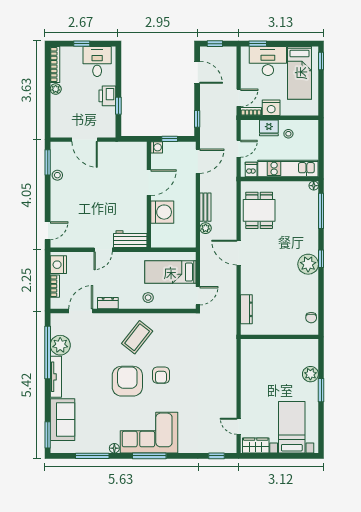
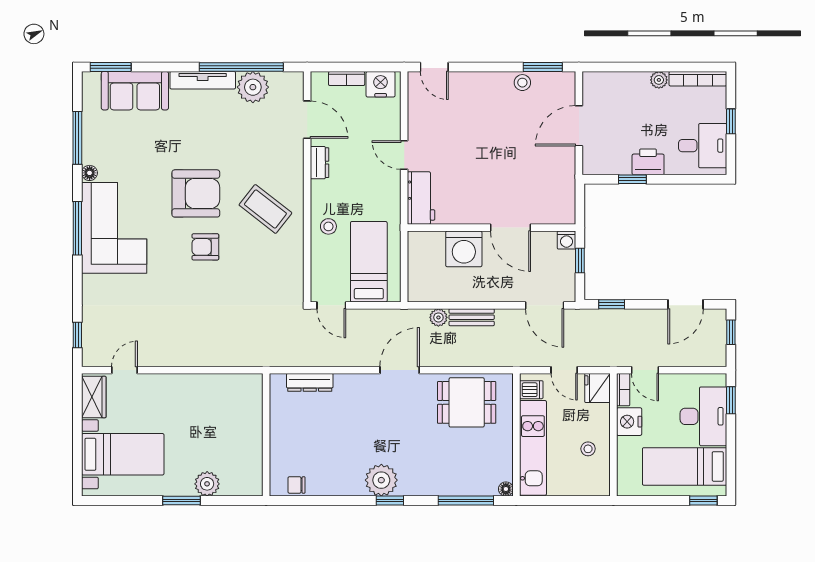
fridge: (269, 128) -> (597, 388), moved

